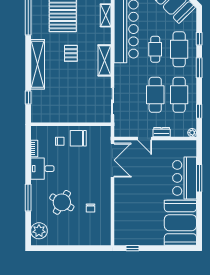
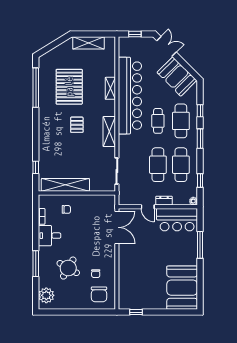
shelving: (38, 64) -> (65, 185), moved, turned 90
chair: (78, 138) -> (99, 294), moved, turned -90
bar counter: (185, 178) -> (177, 220), moved, turned -90

